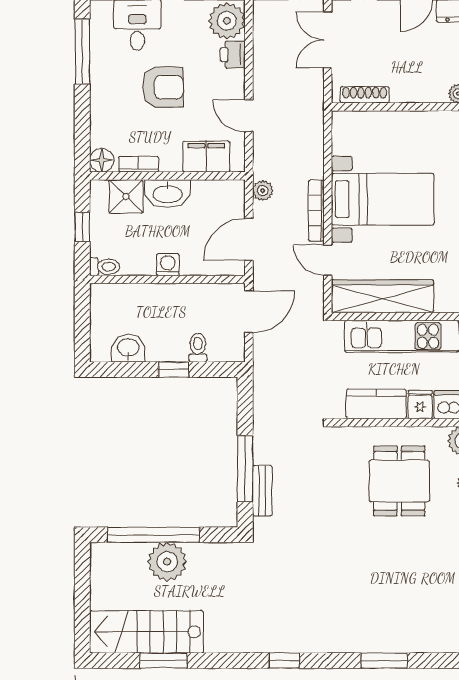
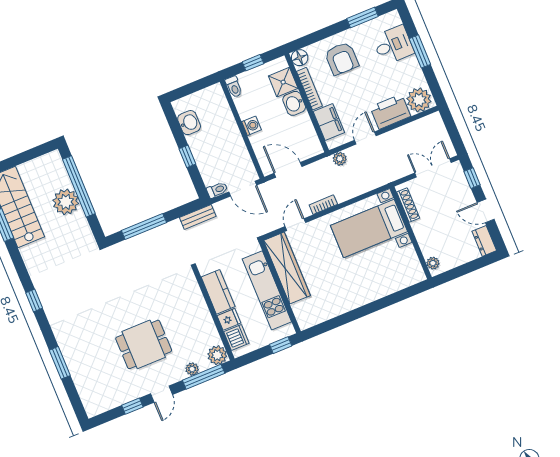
window: (82, 51) -> (363, 18), width x0.69
printer: (233, 55) -> (390, 112), width x1.87, depth x1.48
armchair: (163, 87) -> (342, 58), moved
bookcase: (139, 164) -> (309, 89), width x1.56
plant: (263, 191) -> (340, 159), moved
washbasin: (168, 193) -> (294, 103), width x0.72
bed with nightstands: (383, 199) -> (369, 228), moved, turned 90
bookcase: (316, 211) -> (323, 205), width x0.64
toilet: (198, 348) -> (217, 190), moved
dining table: (399, 481) -> (144, 344), moved
bench: (262, 491) -> (198, 217), moved

